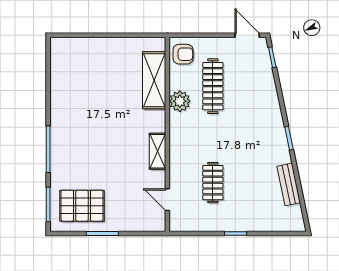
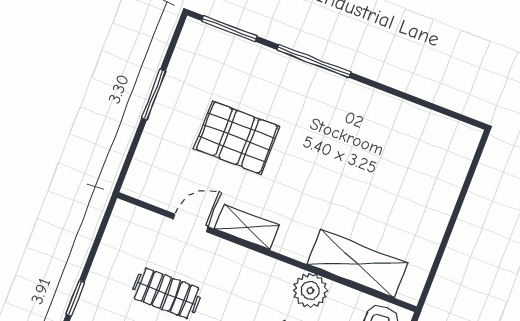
door: (167, 200) -> (191, 223), moved
pallet: (82, 206) -> (237, 138), moved, turned 90

